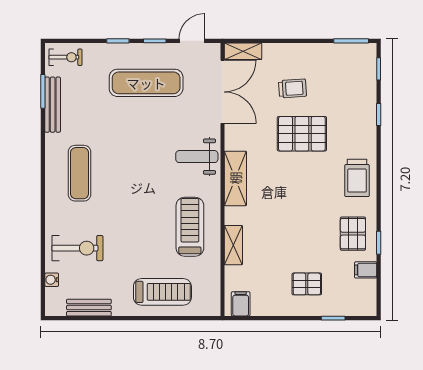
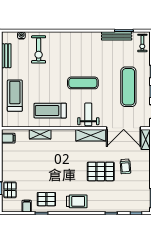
pallet: (302, 134) -> (101, 171), turned 90
exercise mat: (80, 173) -> (83, 83), moved
shelving: (235, 178) -> (91, 135), moved
trolley: (357, 178) -> (77, 201), turned 180
treadmill: (190, 227) -> (50, 111), turned 180
pallet: (307, 284) -> (10, 190), moved
treadmill: (162, 292) -> (15, 96), turned 180

